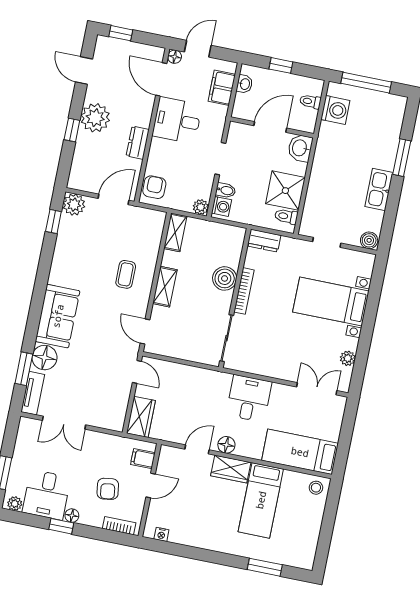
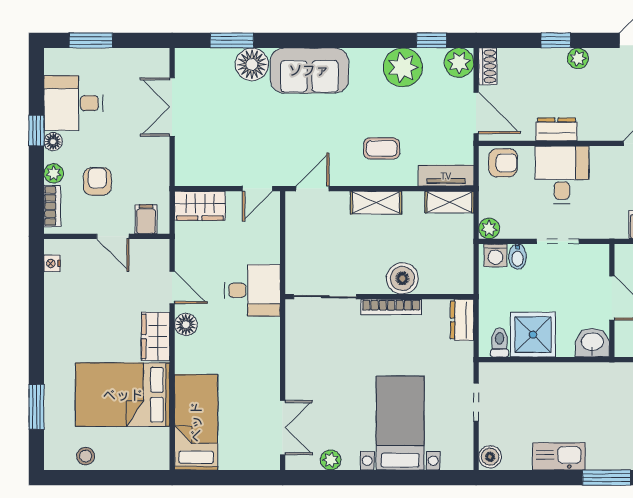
plant: (95, 118) -> (578, 58), width x0.53, depth x0.53
desk: (177, 120) -> (562, 175), moved
shoe rack: (81, 184) -> (488, 66), added
plant: (69, 247) -> (403, 67), added
tv unit: (33, 393) -> (446, 176), moved, turned 180
desk: (249, 398) -> (252, 290), moved
stool: (316, 488) -> (86, 456), moved
armchair: (108, 489) -> (97, 181), turned 98
bed: (261, 500) -> (123, 395), width x1.50
plant: (15, 504) -> (54, 173), moved

